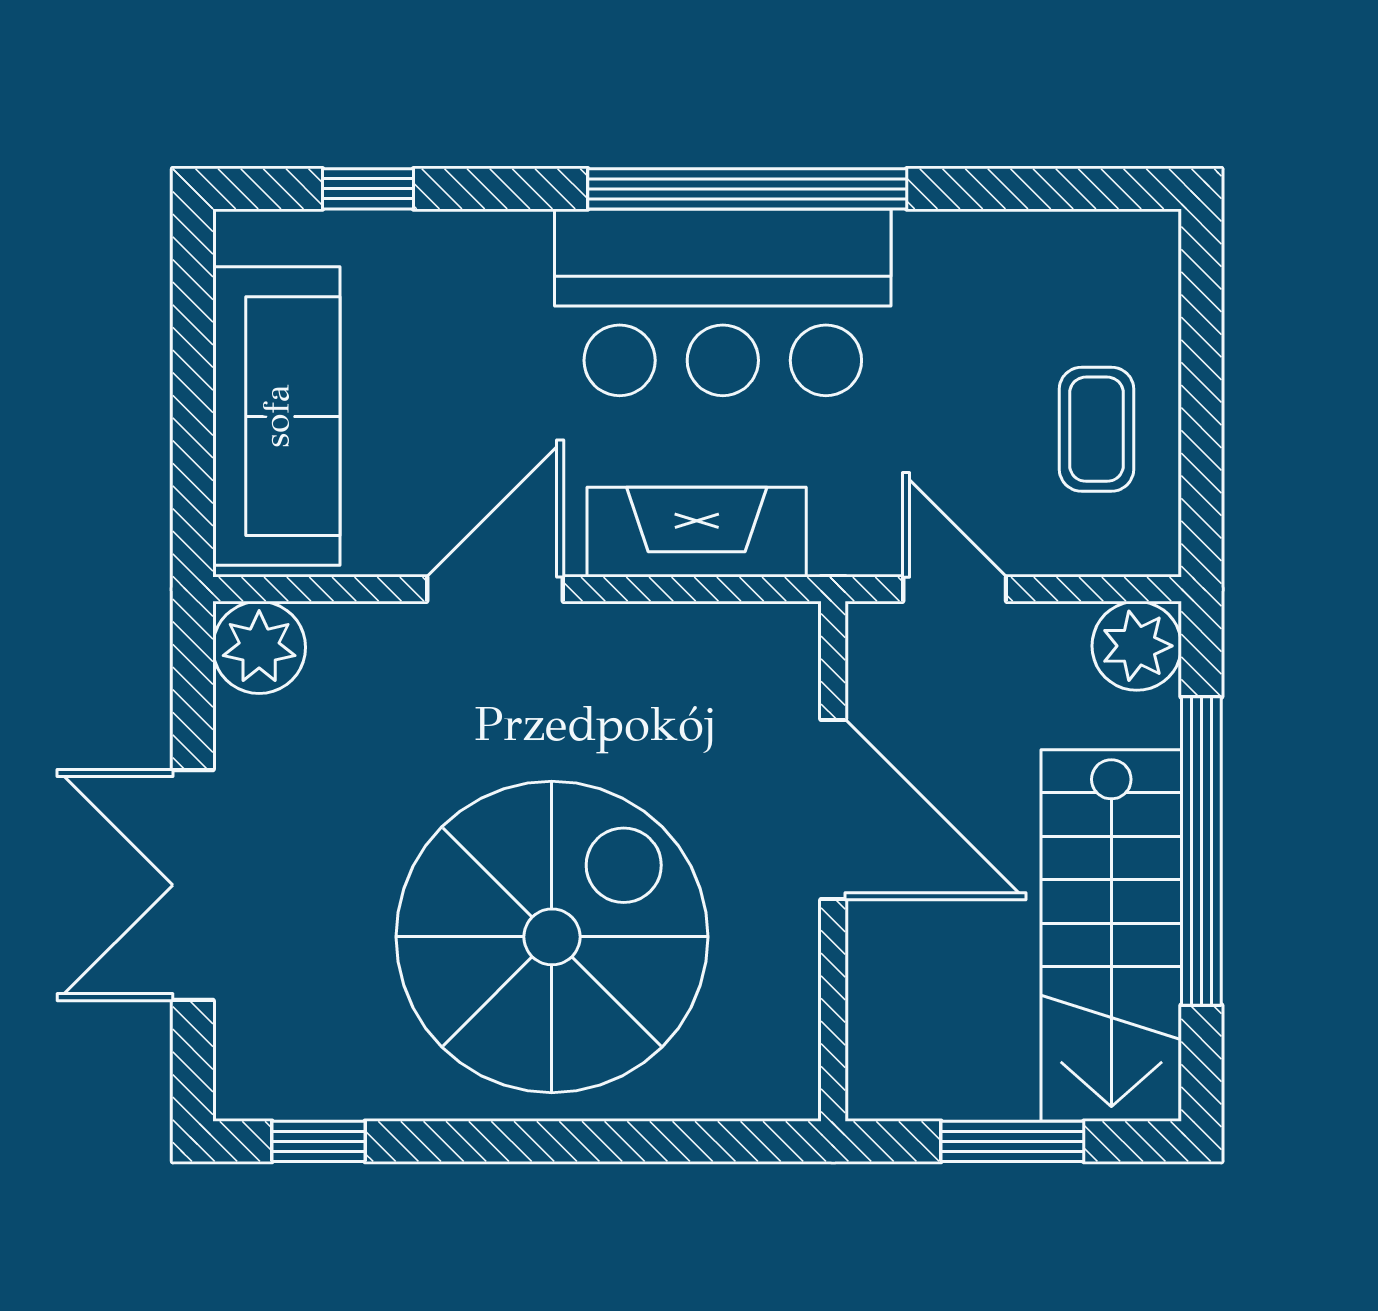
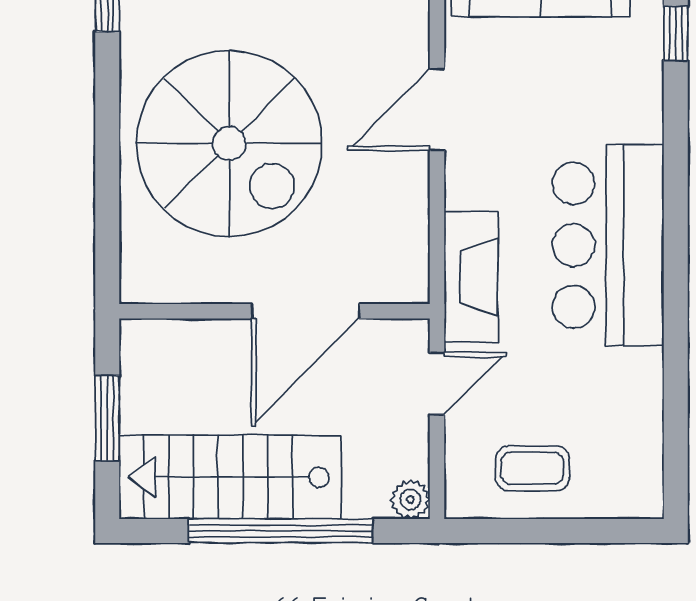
window: (747, 189) -> (676, 260), removed
fireplace: (697, 532) -> (471, 277), moved
door: (495, 589) -> (437, 109), swing flipped
plant: (1137, 646) -> (410, 500), width x0.73, depth x0.73

